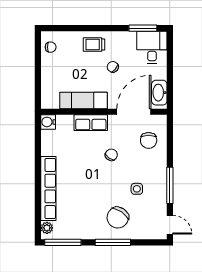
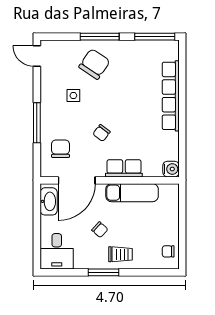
window: (143, 28) -> (103, 272), moved
window: (170, 185) -> (37, 123), moved
plant: (47, 228) -> (172, 53), removed

